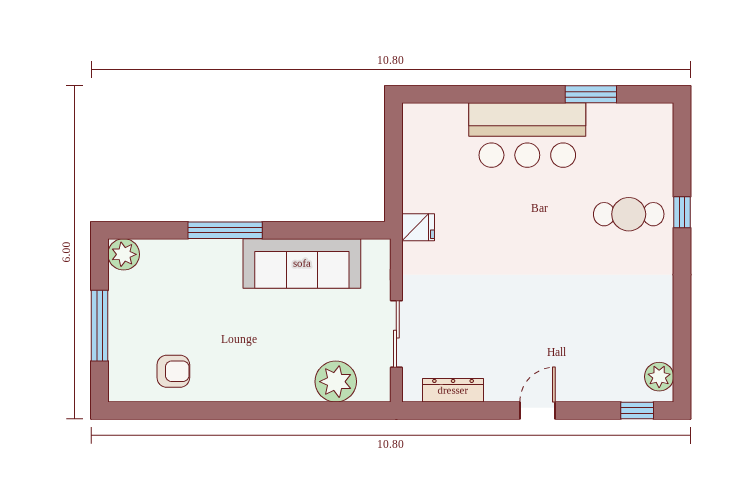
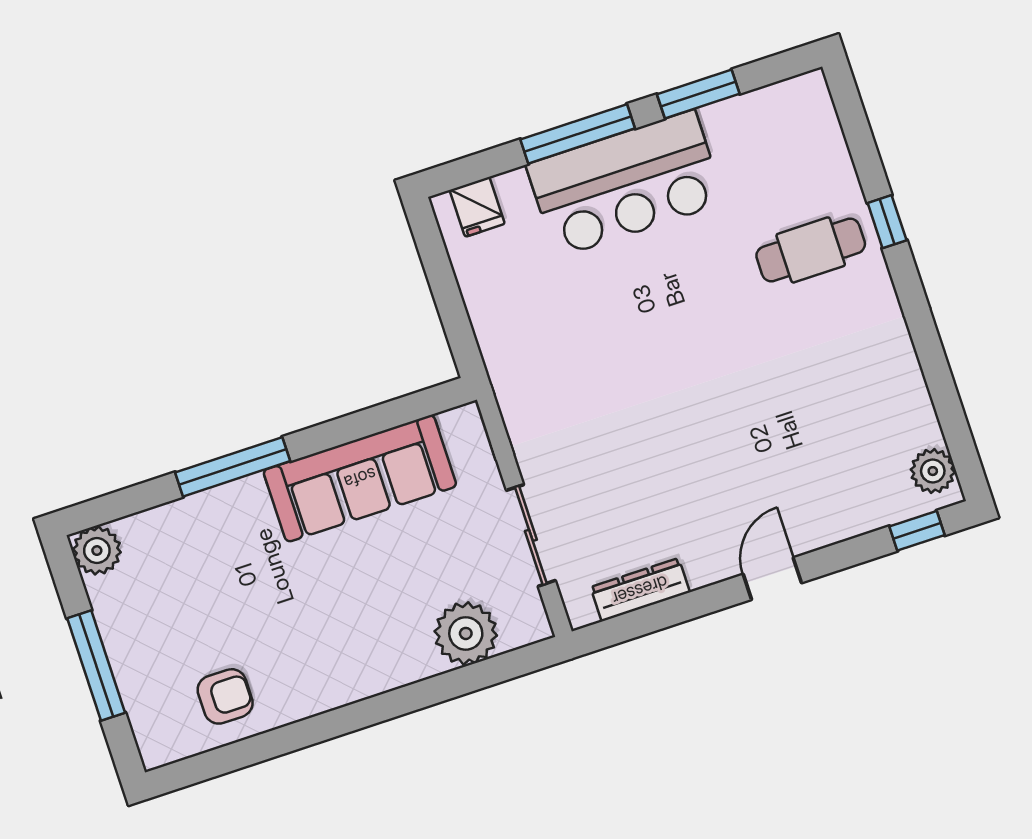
window: (508, 94) -> (578, 134), added
fridge: (418, 227) -> (477, 207), moved, turned 90

